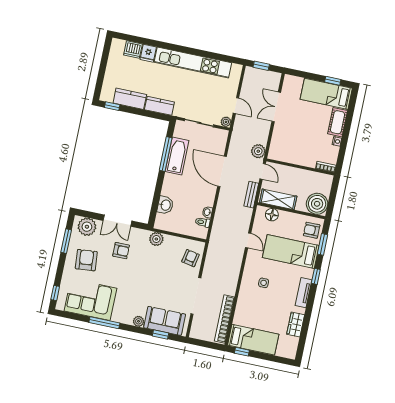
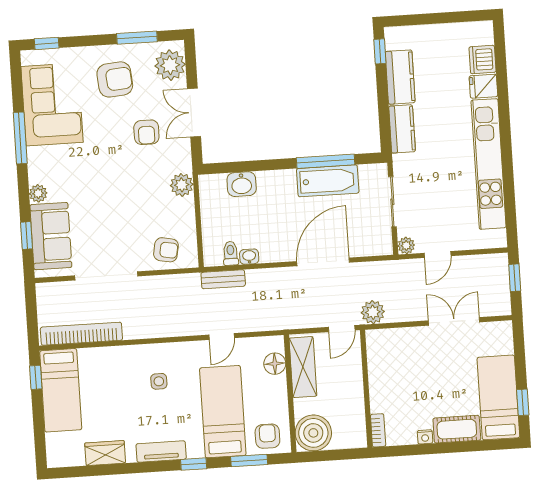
bench: (251, 195) -> (223, 279), moved

